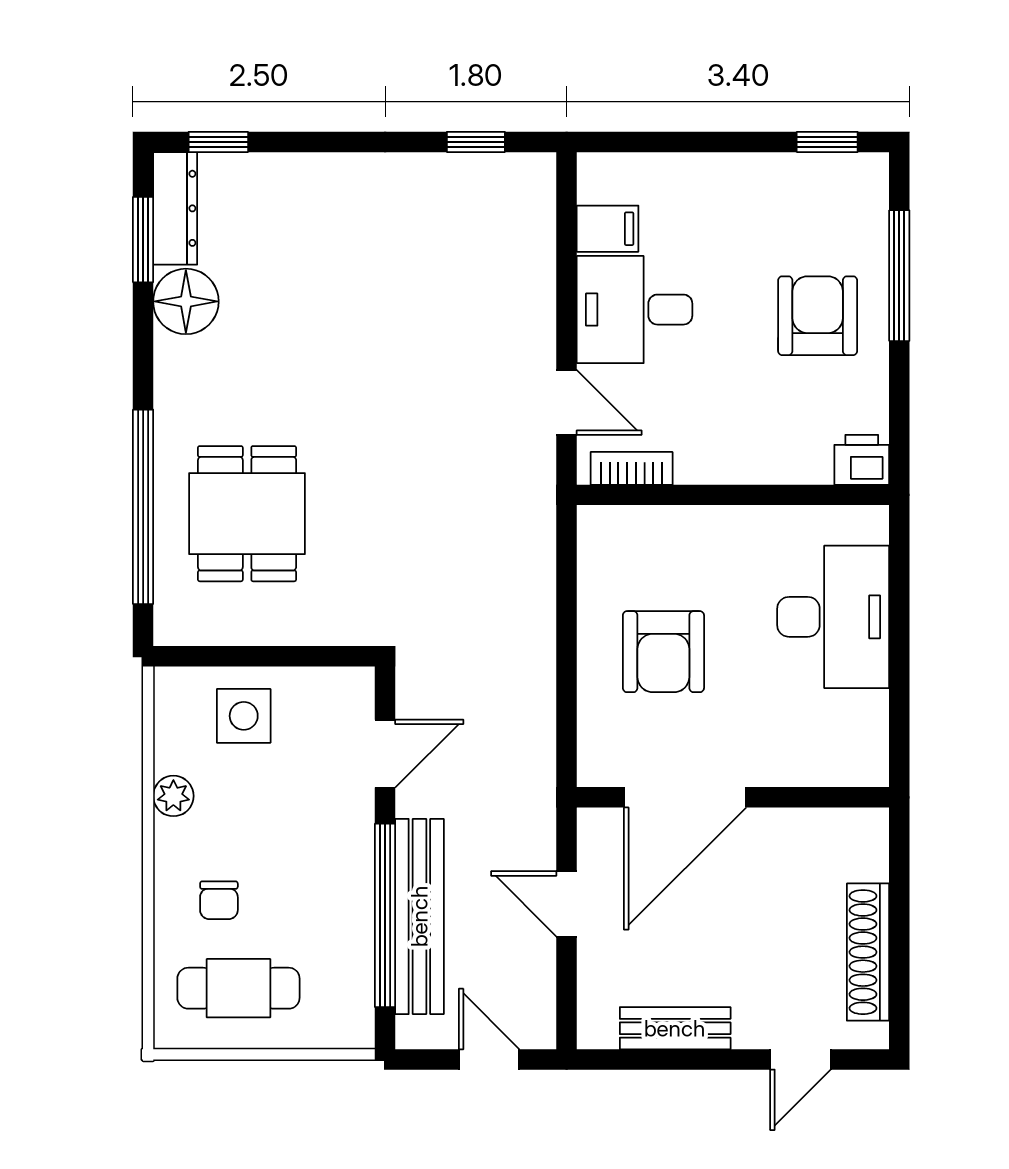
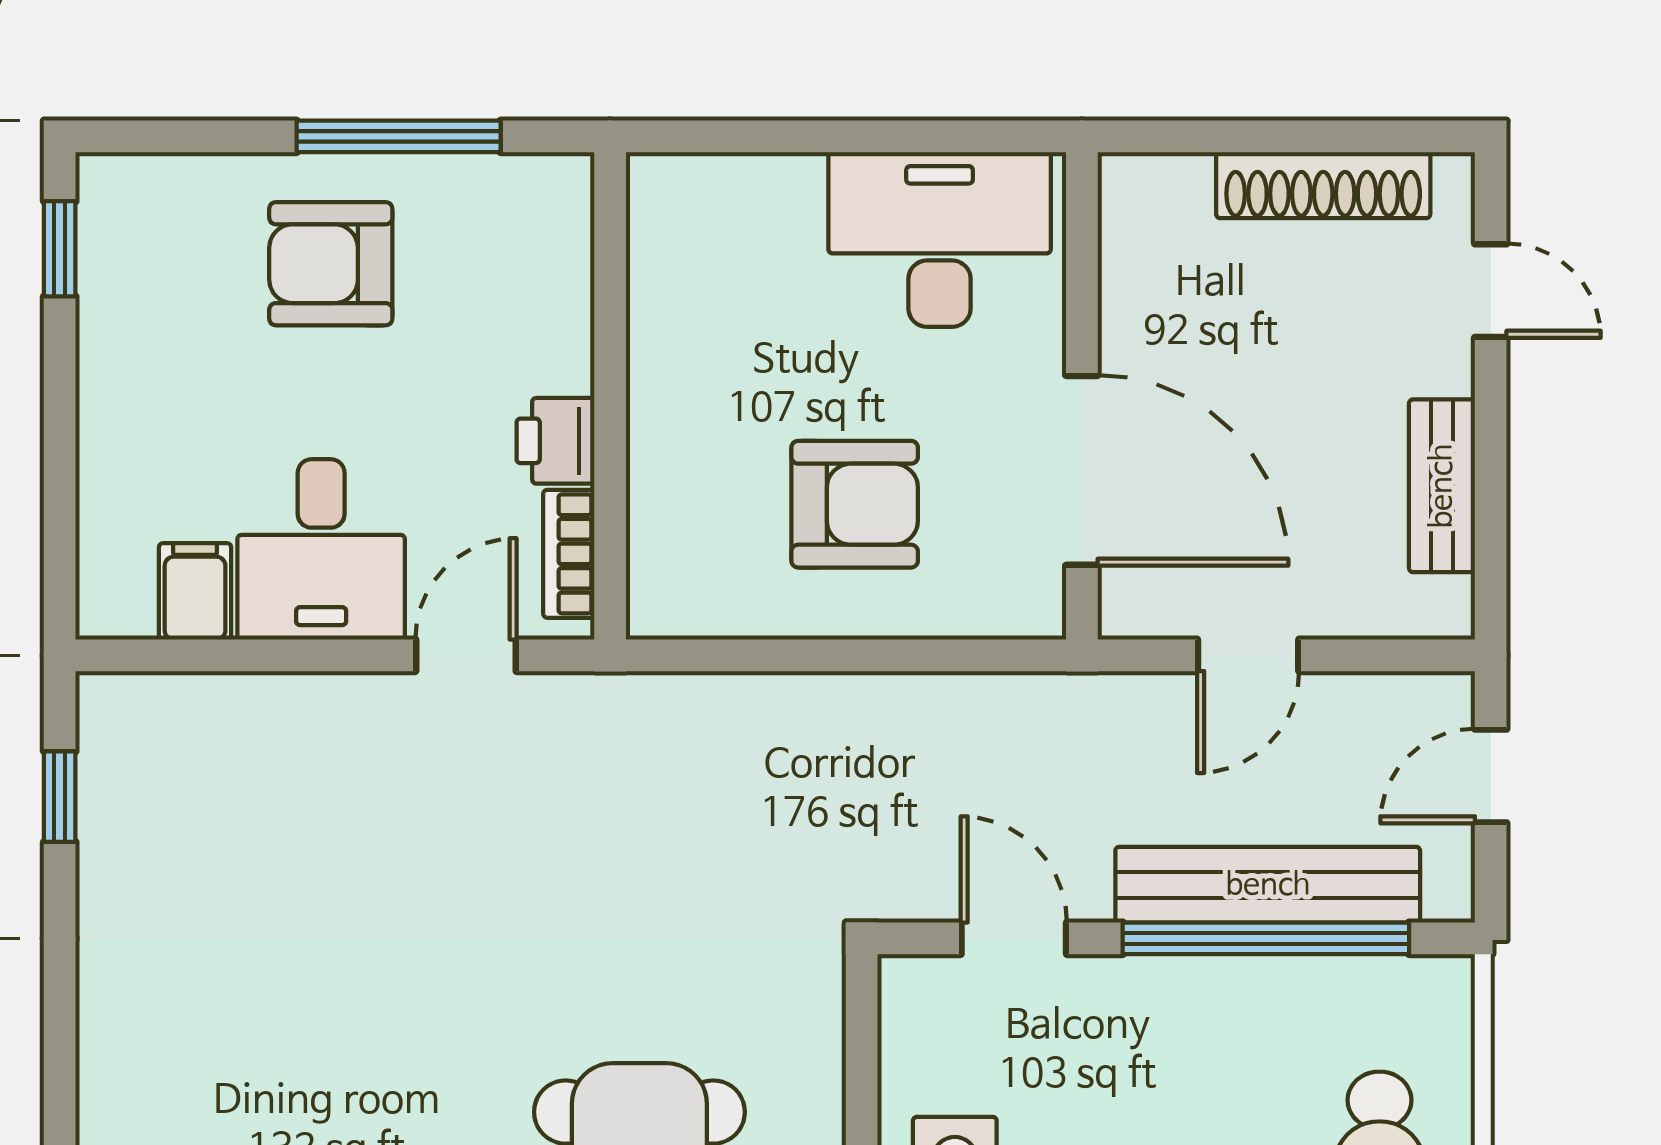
window: (899, 276) -> (399, 136), moved
printer: (862, 460) -> (555, 441), moved
desk: (833, 617) -> (940, 239), moved

